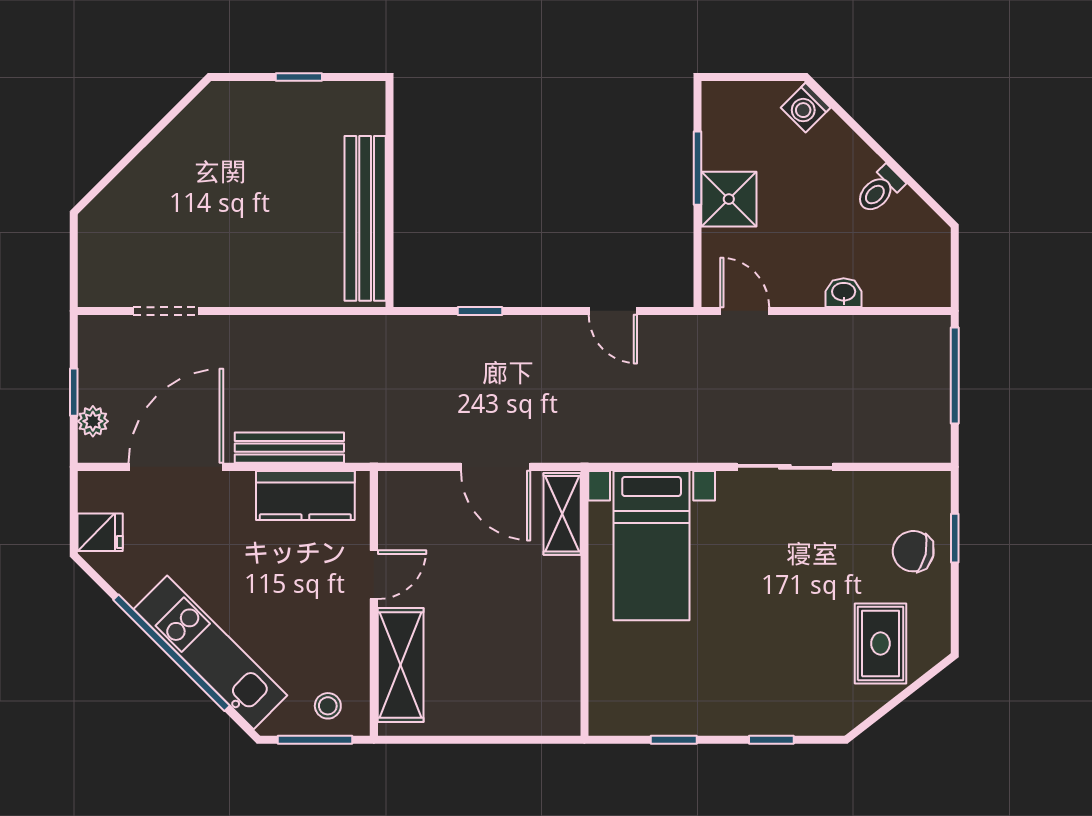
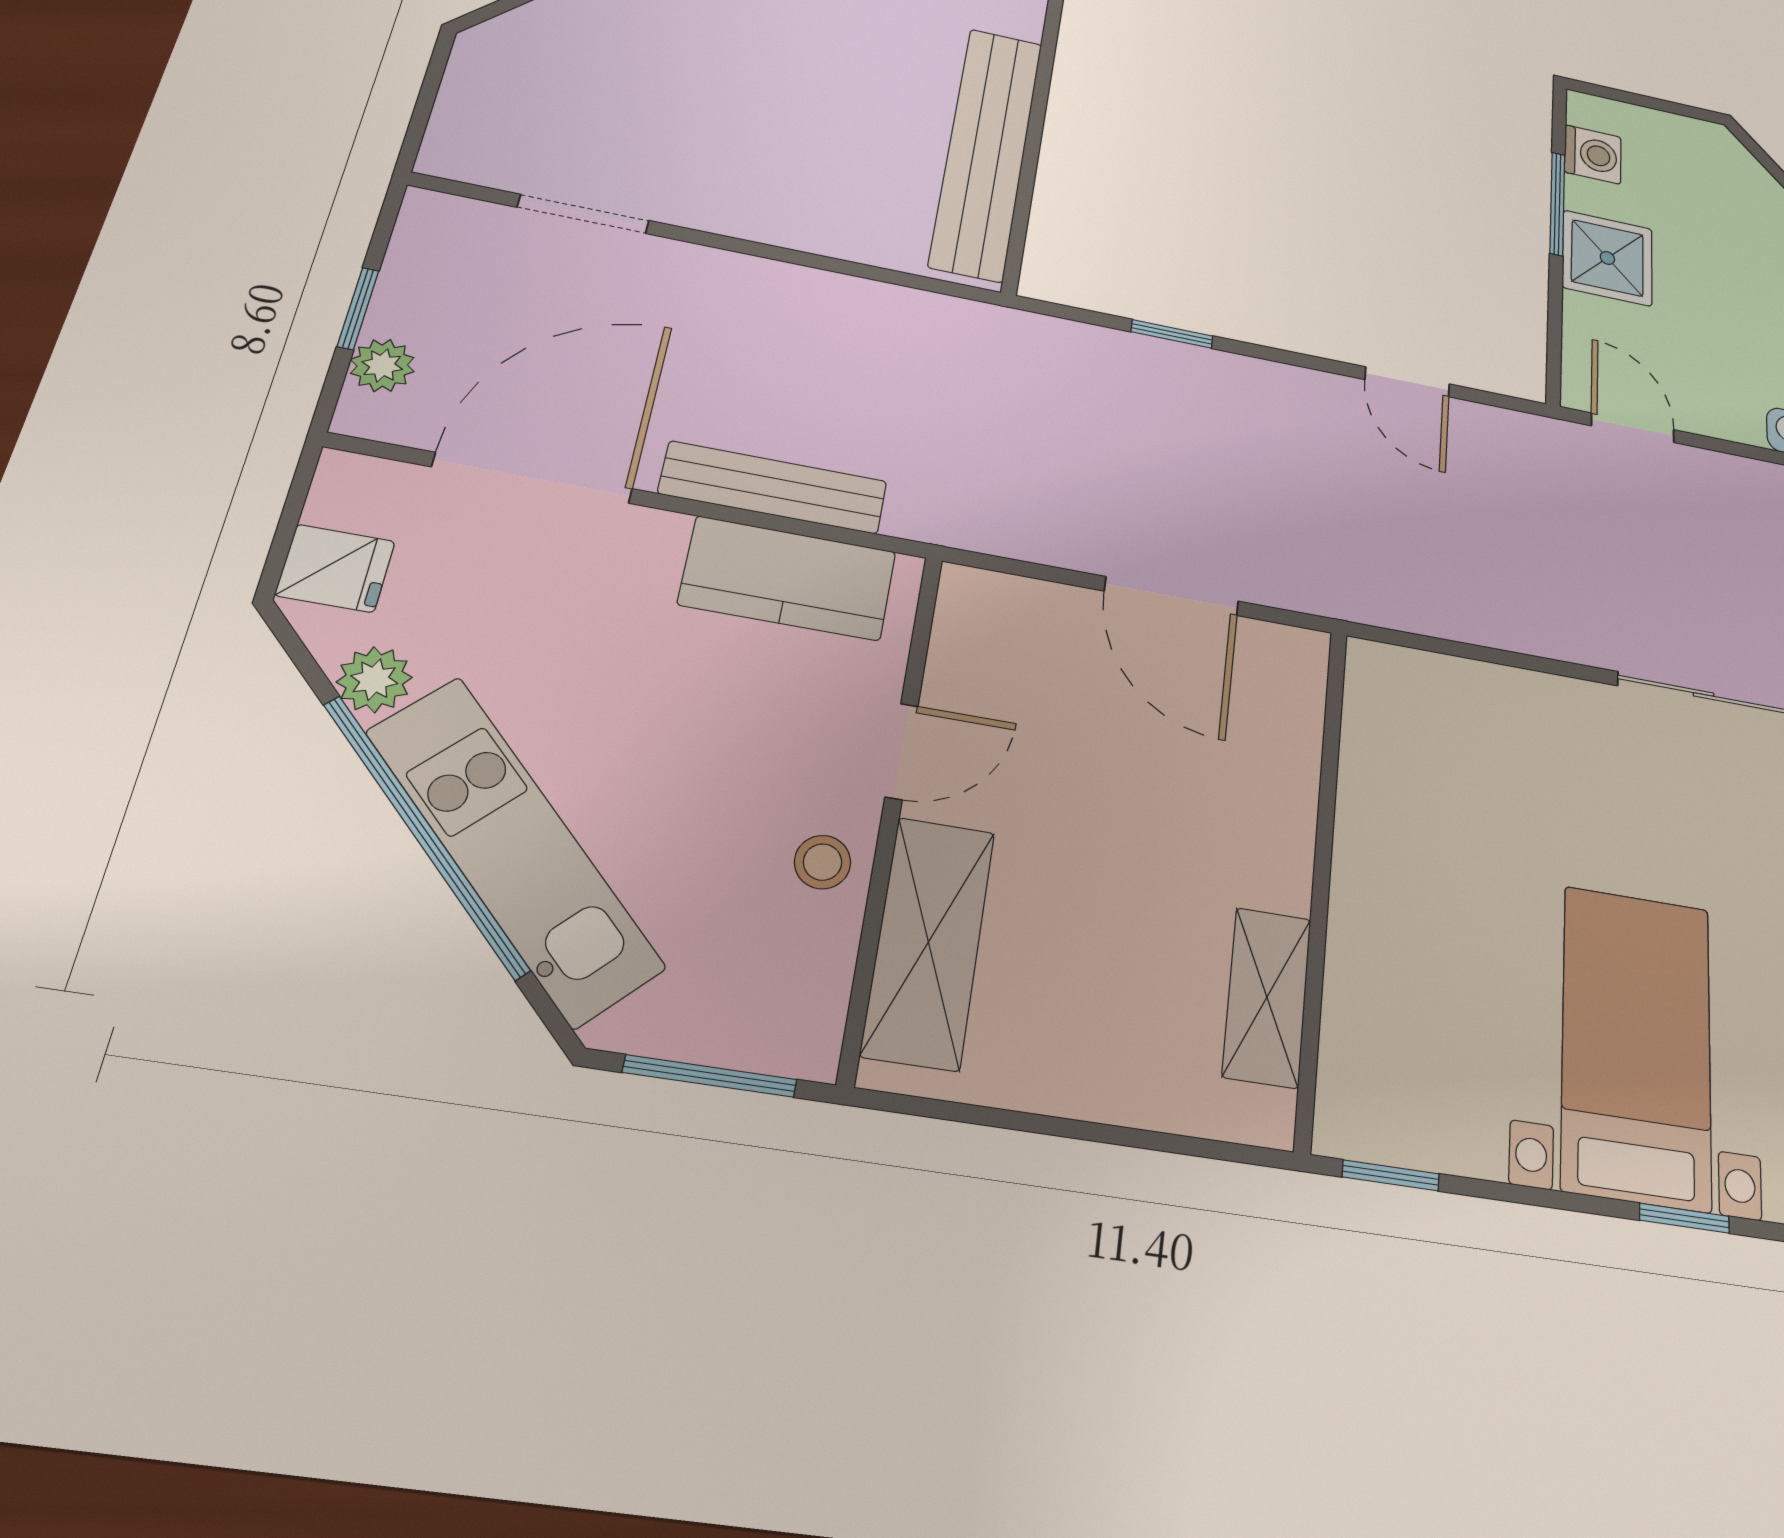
washing machine: (806, 108) -> (1593, 155), moved, turned -135
shelving: (562, 514) -> (1267, 997), moved
bed with nightstands: (652, 546) -> (1636, 1046), moved, turned 180
plant: (131, 584) -> (374, 680), added
stool: (328, 706) -> (822, 862), moved
window: (674, 740) -> (1391, 1175), moved

